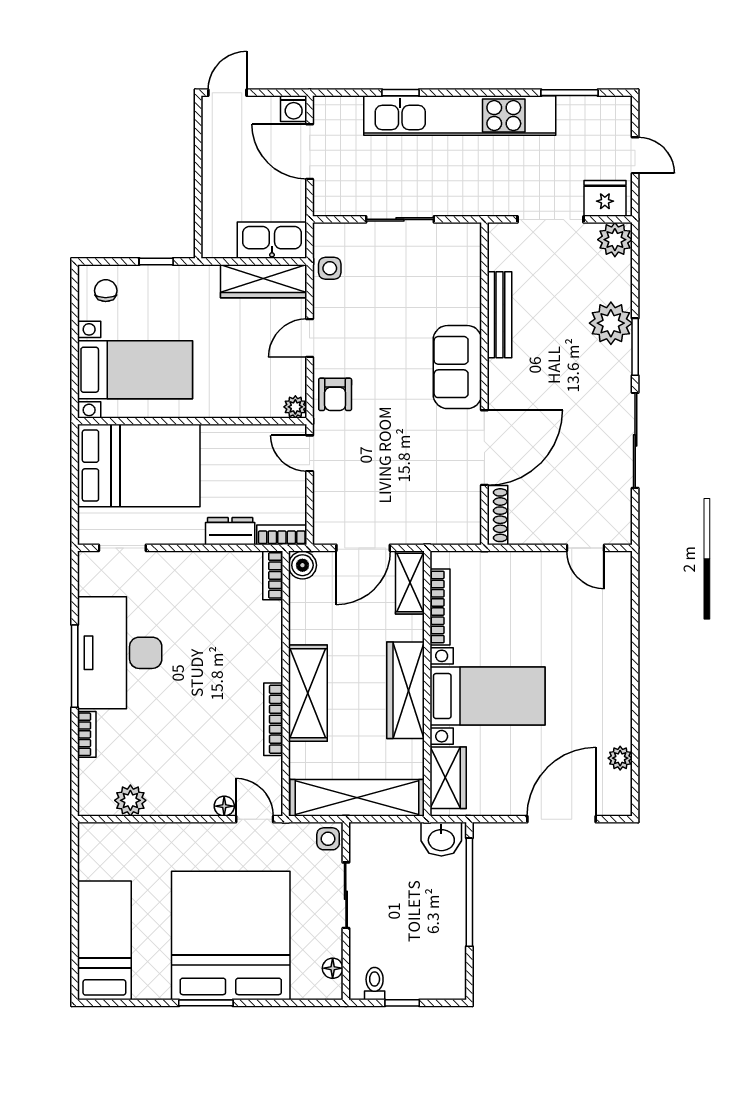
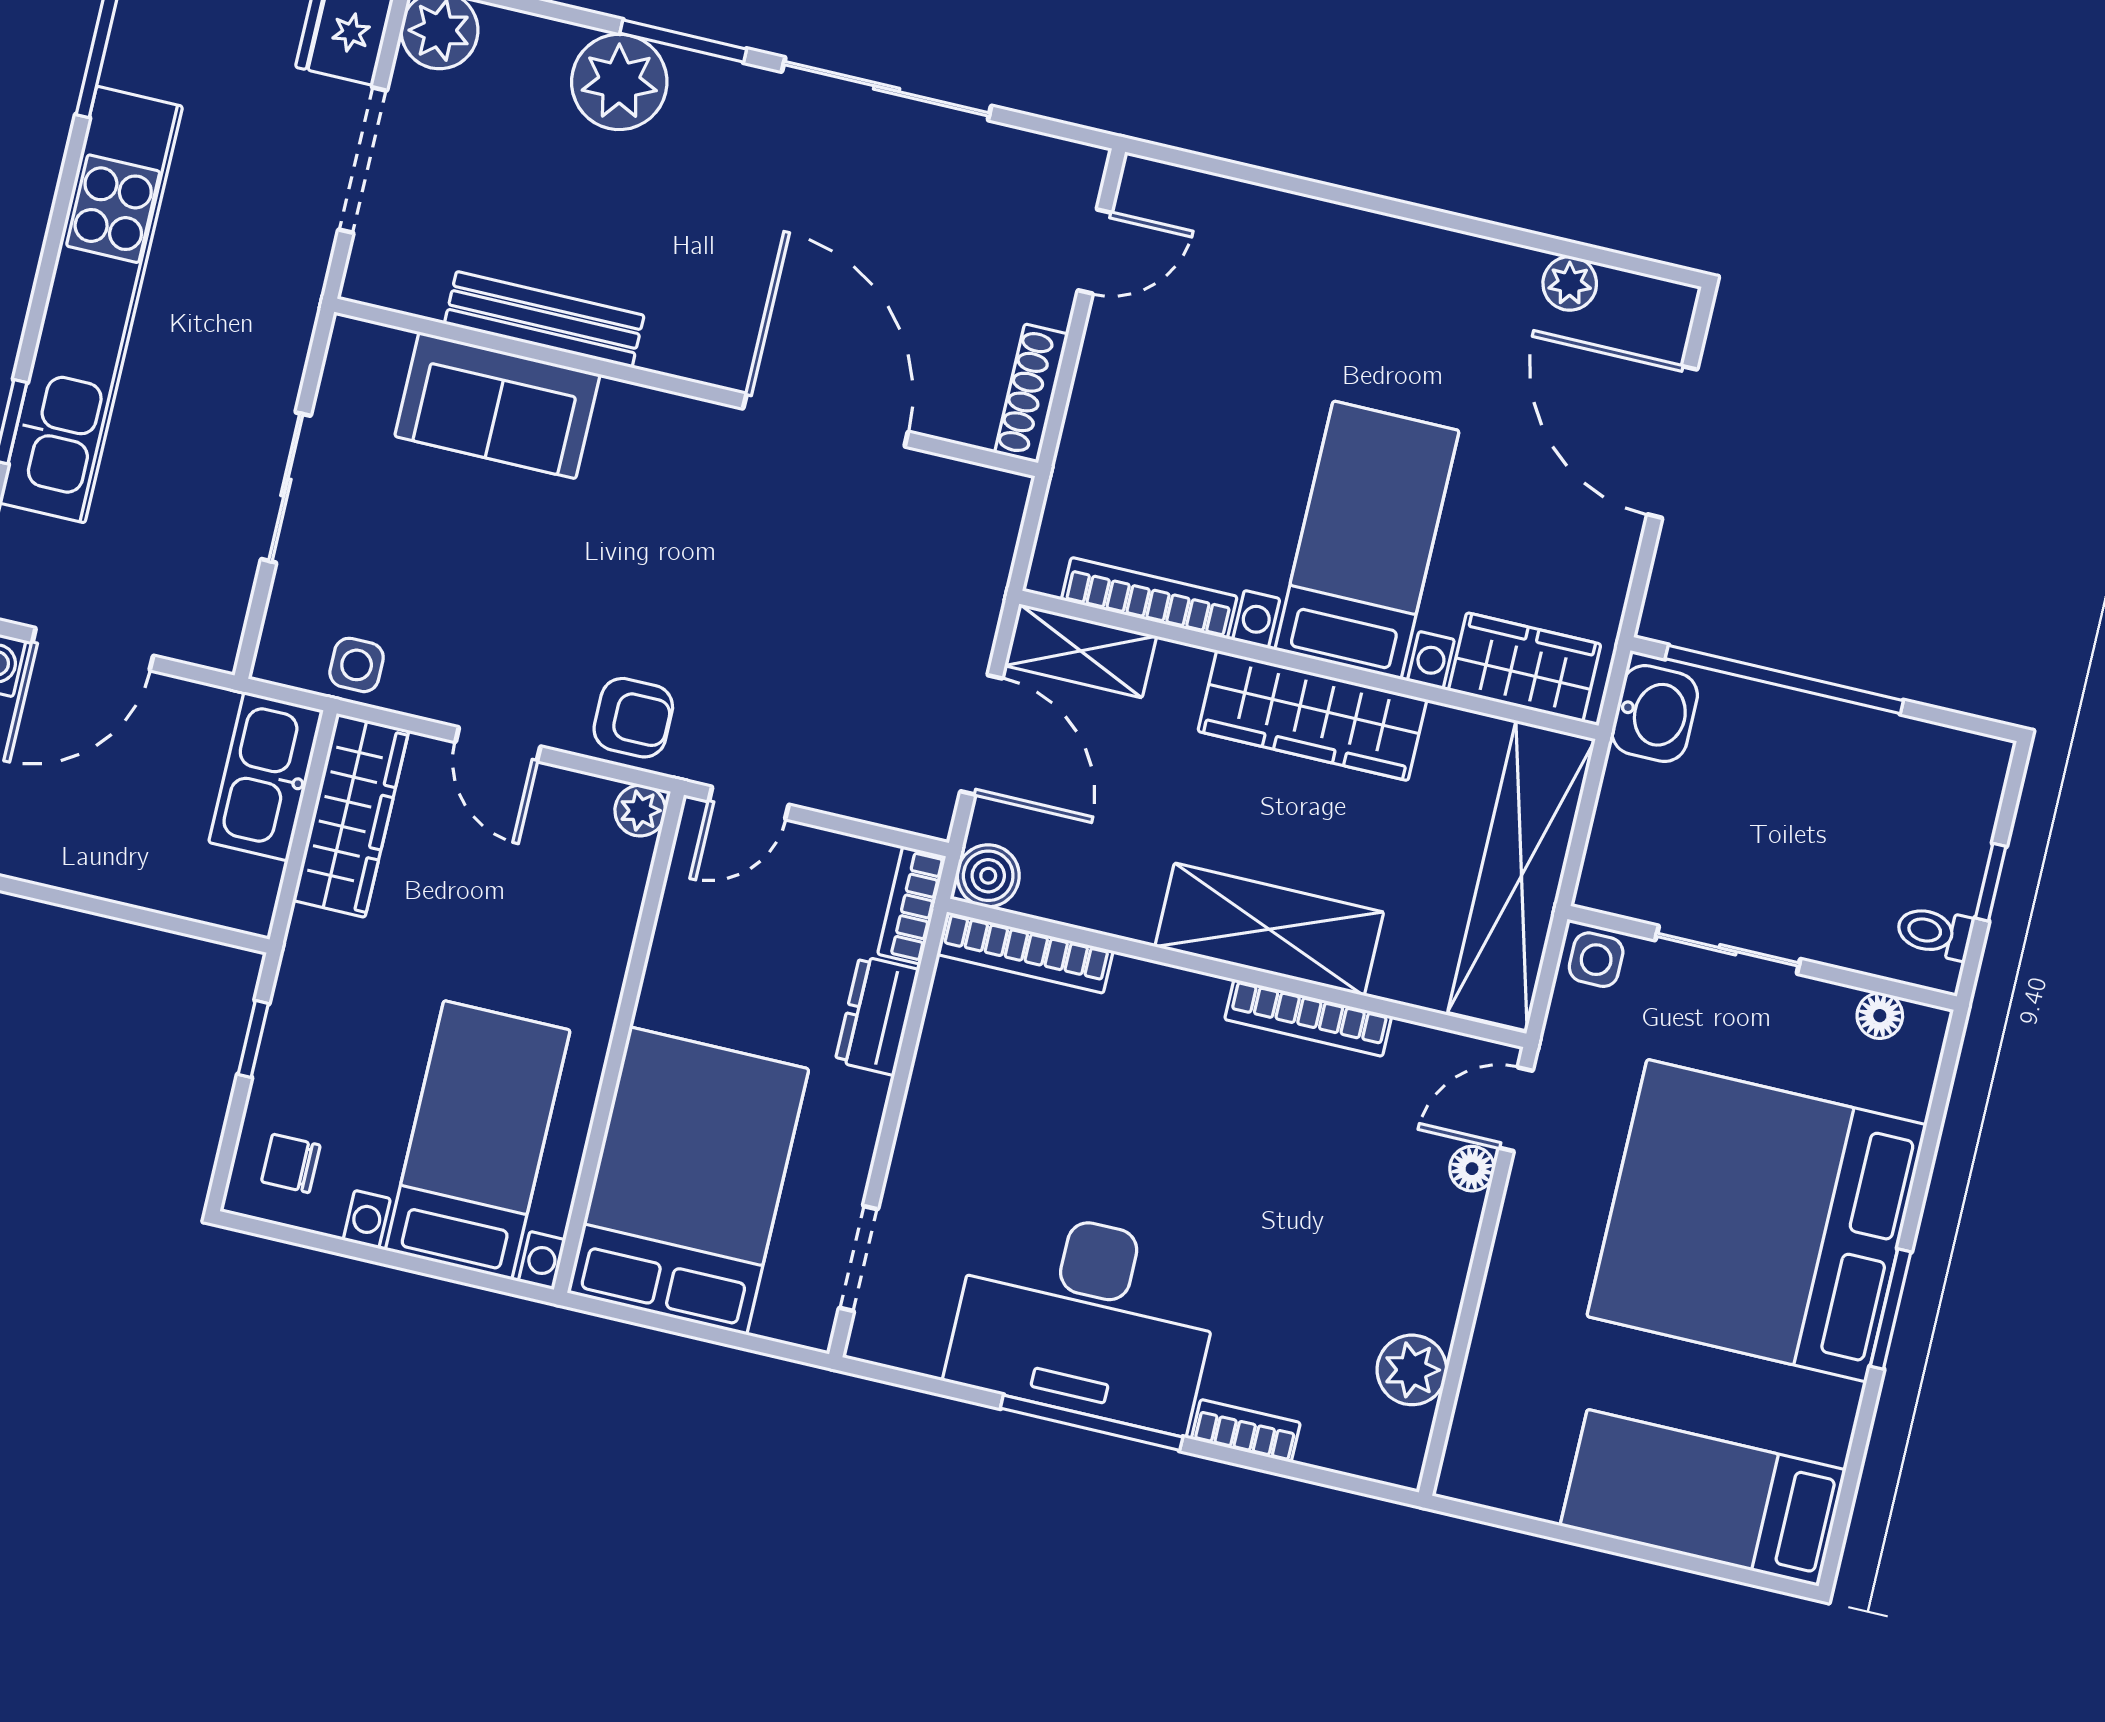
sofa: (457, 367) -> (497, 405), moved
shoe rack: (498, 515) -> (1031, 393), moved, turned -90
bookcase: (273, 575) -> (1025, 953), width x1.56

